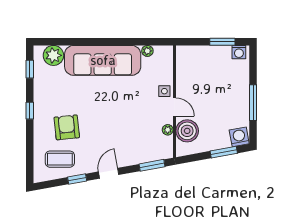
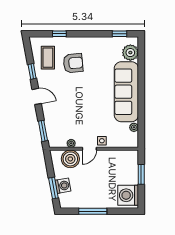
window: (222, 42) -> (141, 174), moved
washing machine: (239, 52) -> (128, 195), width x1.89, depth x1.89
window: (30, 111) -> (59, 34), moved
washing machine: (239, 137) -> (63, 186), moved

